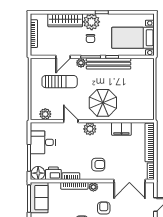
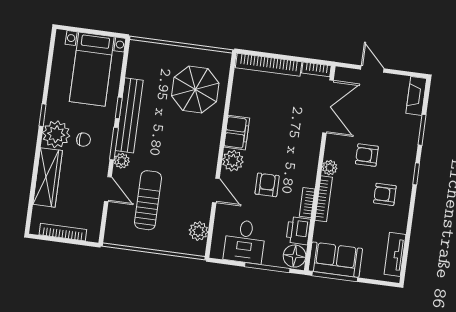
parasol: (103, 103) -> (195, 89), moved
door: (71, 121) -> (216, 190), swing flipped
filing cabinet: (121, 129) -> (237, 133), moved
armchair: (98, 165) -> (267, 185), moved

